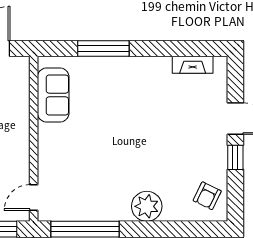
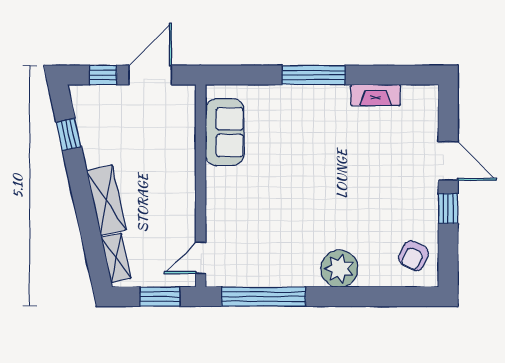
window: (103, 49) -> (314, 75), moved
fireplace: (193, 65) -> (376, 95), moved

